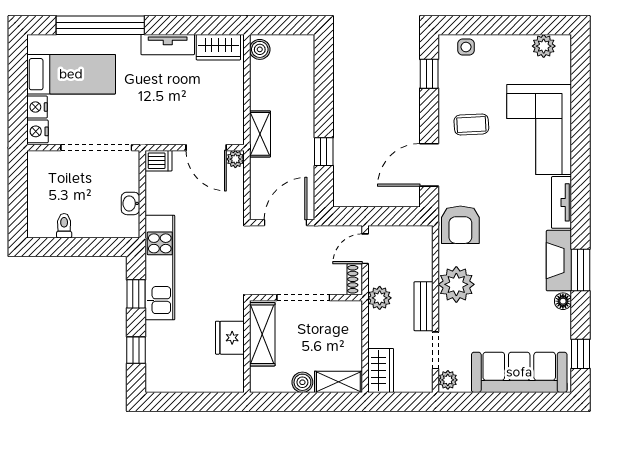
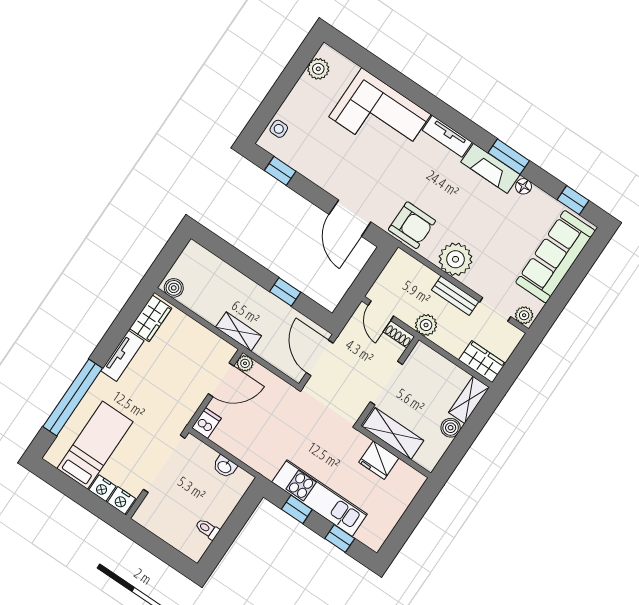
coffee table: (471, 124) -> (341, 165), removed
kitchen unit: (160, 268) -> (320, 498), moved

